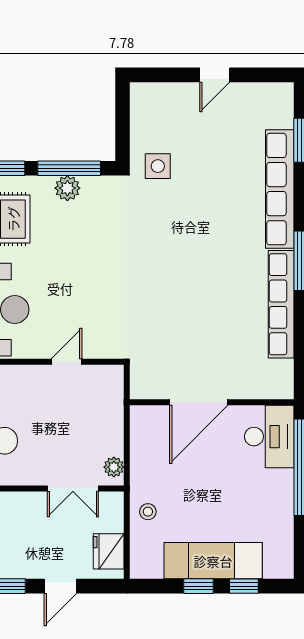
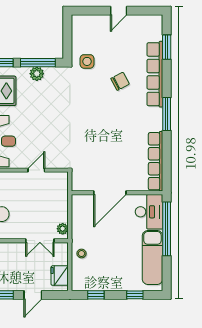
chair: (217, 202) -> (120, 81), added
row of seats: (281, 304) -> (156, 161), moved
exam couch: (213, 561) -> (152, 258), moved, turned -90
window: (199, 586) -> (96, 295), moved

